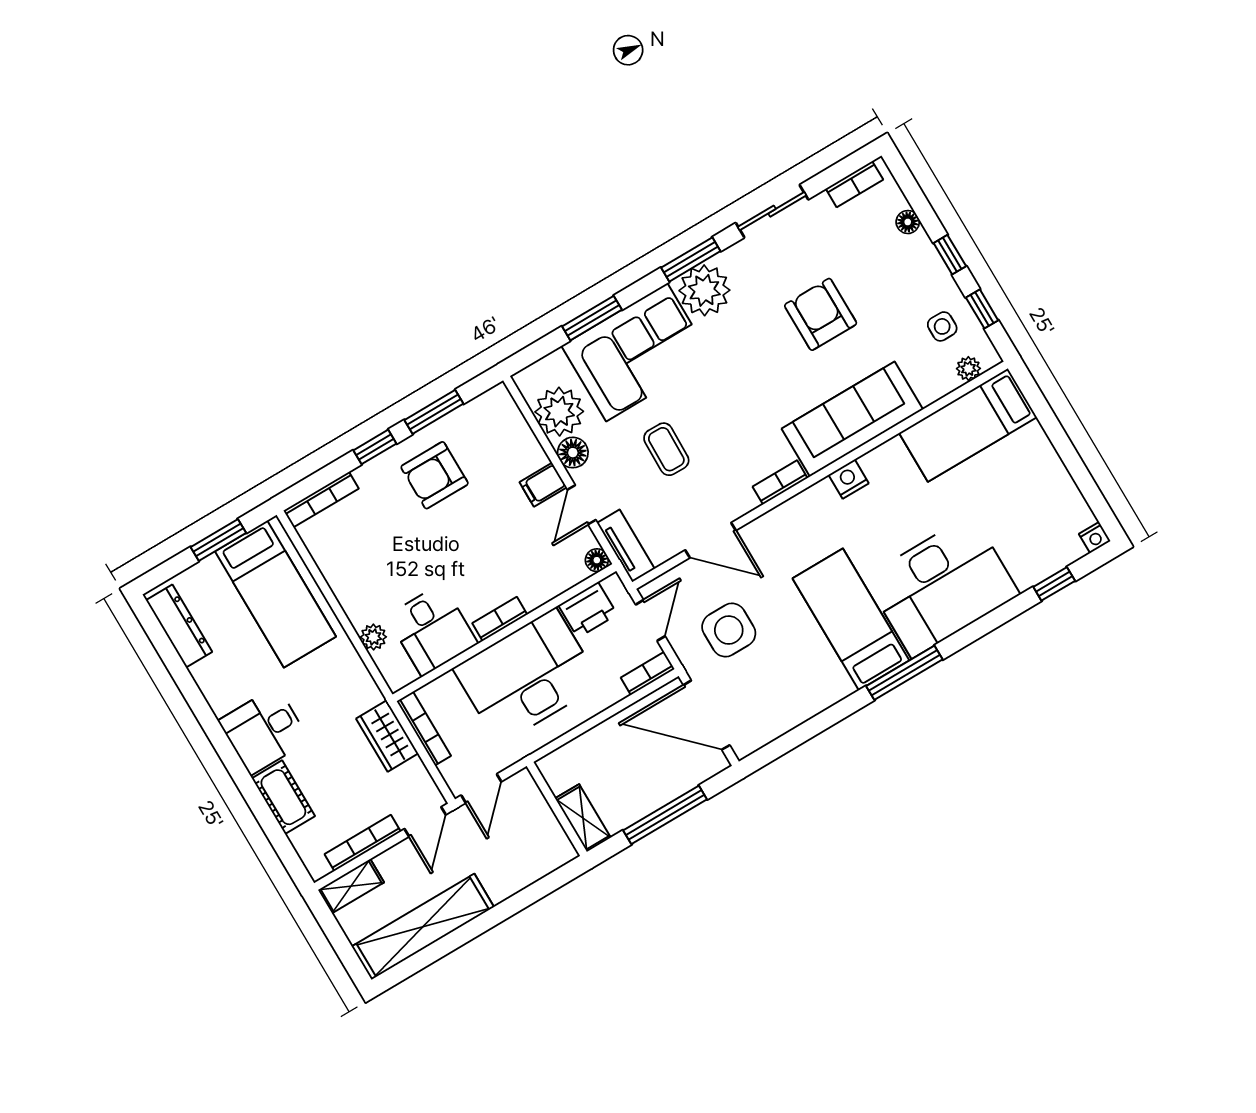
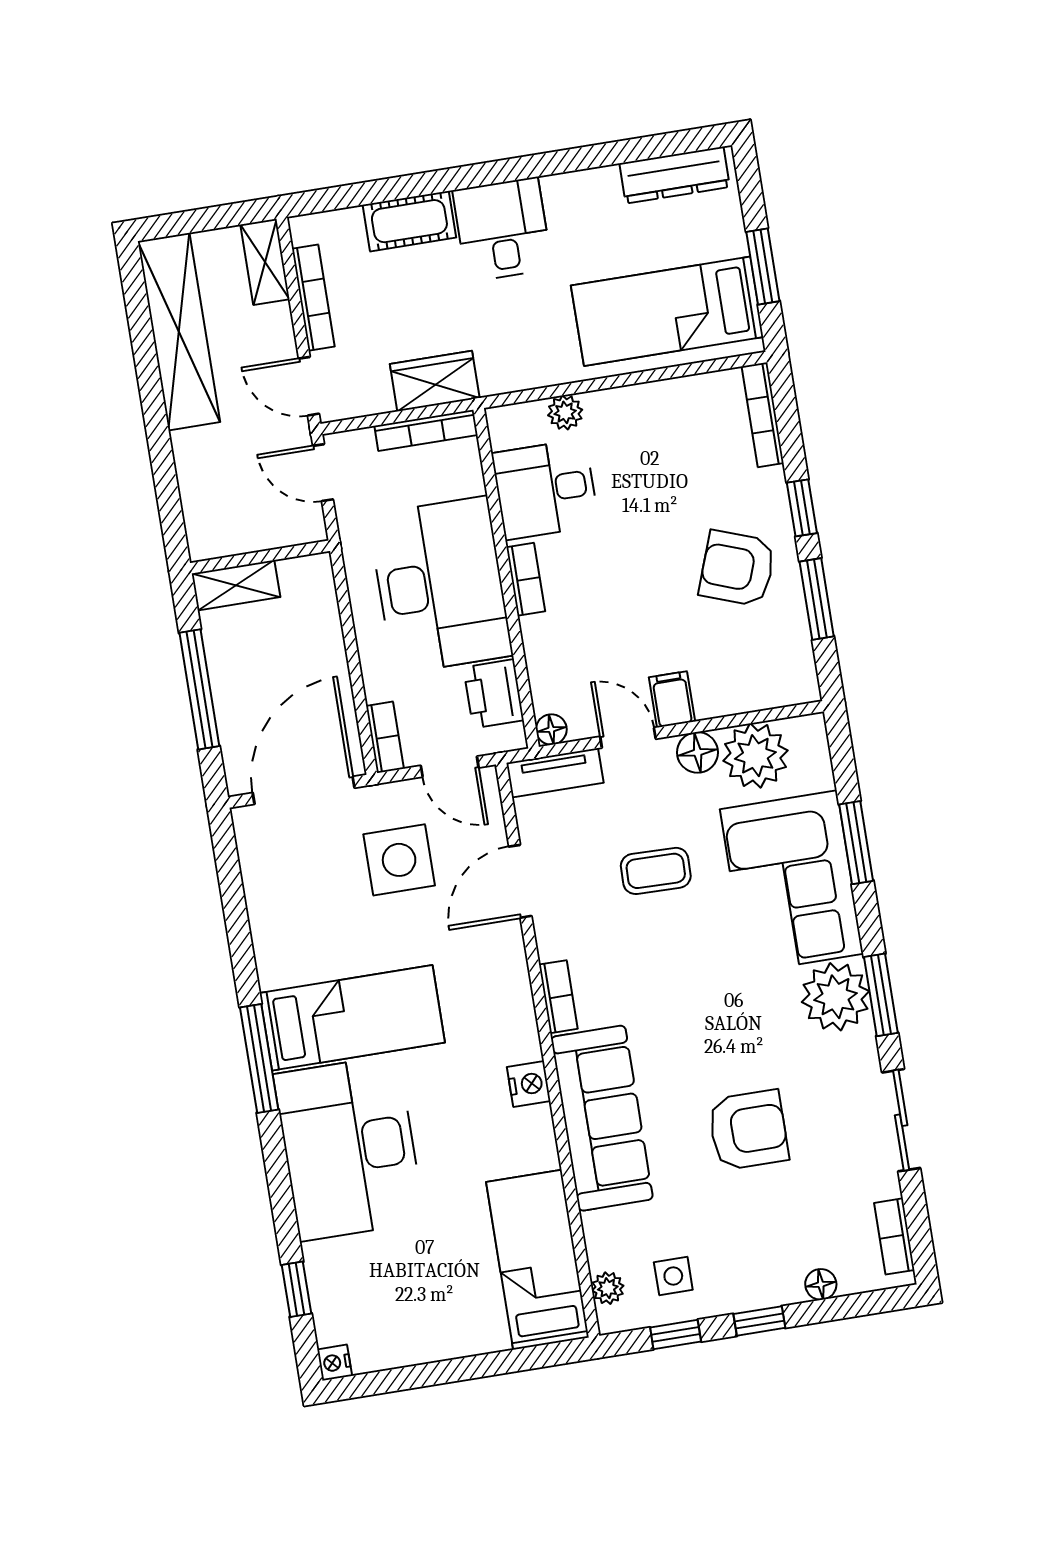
armchair: (435, 475) -> (737, 568), turned -70

